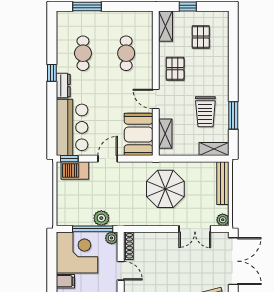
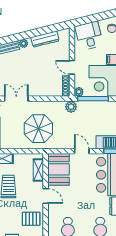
pallet: (175, 69) -> (31, 219), turned 90
door: (108, 159) -> (82, 151), swing flipped
plant: (101, 218) -> (71, 107), moved

